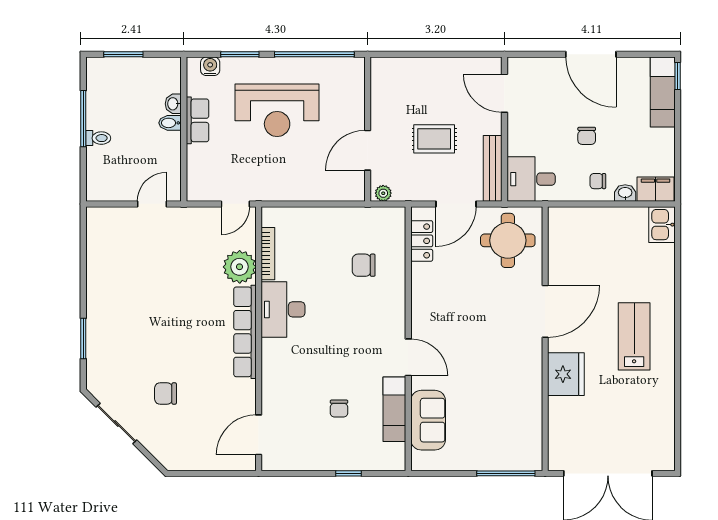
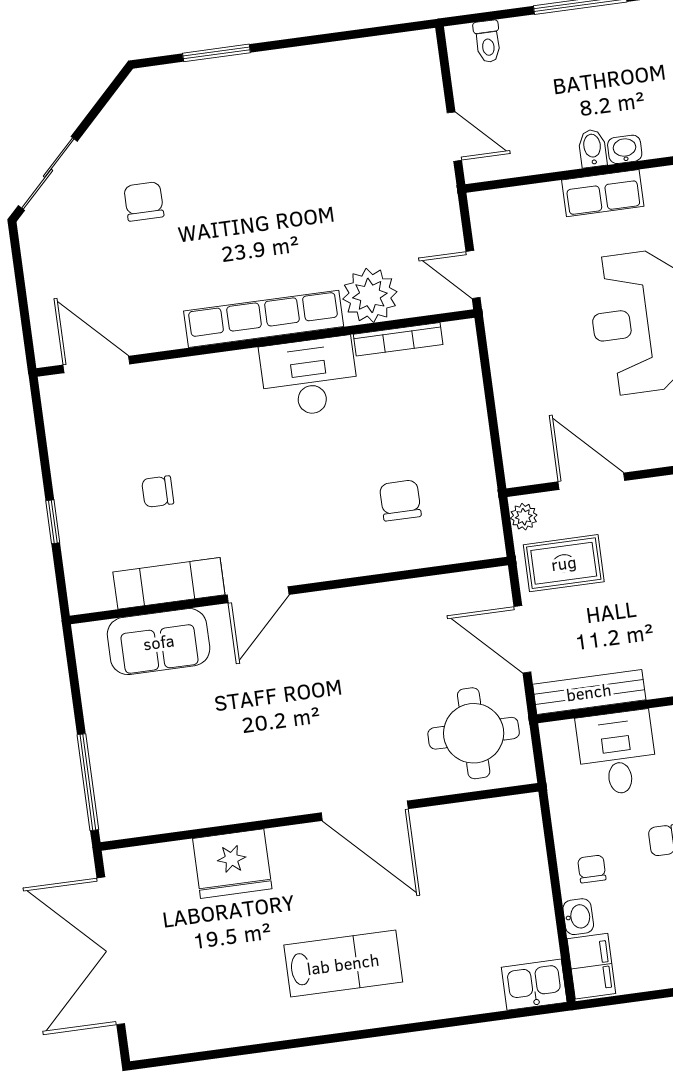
toilet: (98, 138) -> (488, 41), moved
rug: (434, 139) -> (564, 563), moved, turned 90
desk: (531, 179) -> (617, 753), moved
locker: (422, 241) -> (454, 591), removed
fridge: (566, 374) -> (232, 864), moved
sliding door: (116, 423) -> (48, 173), moved

